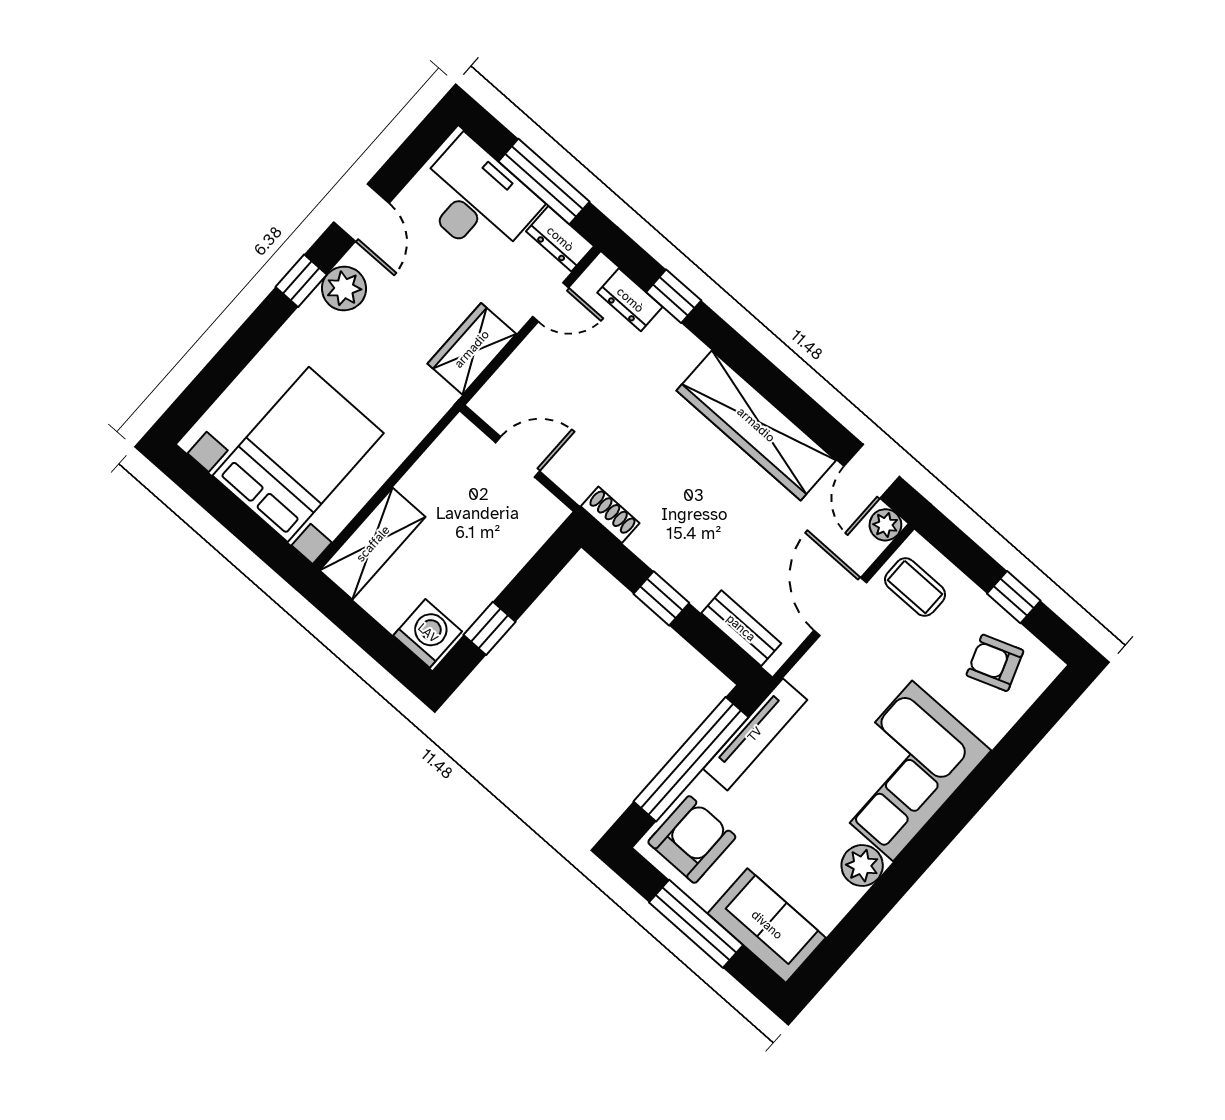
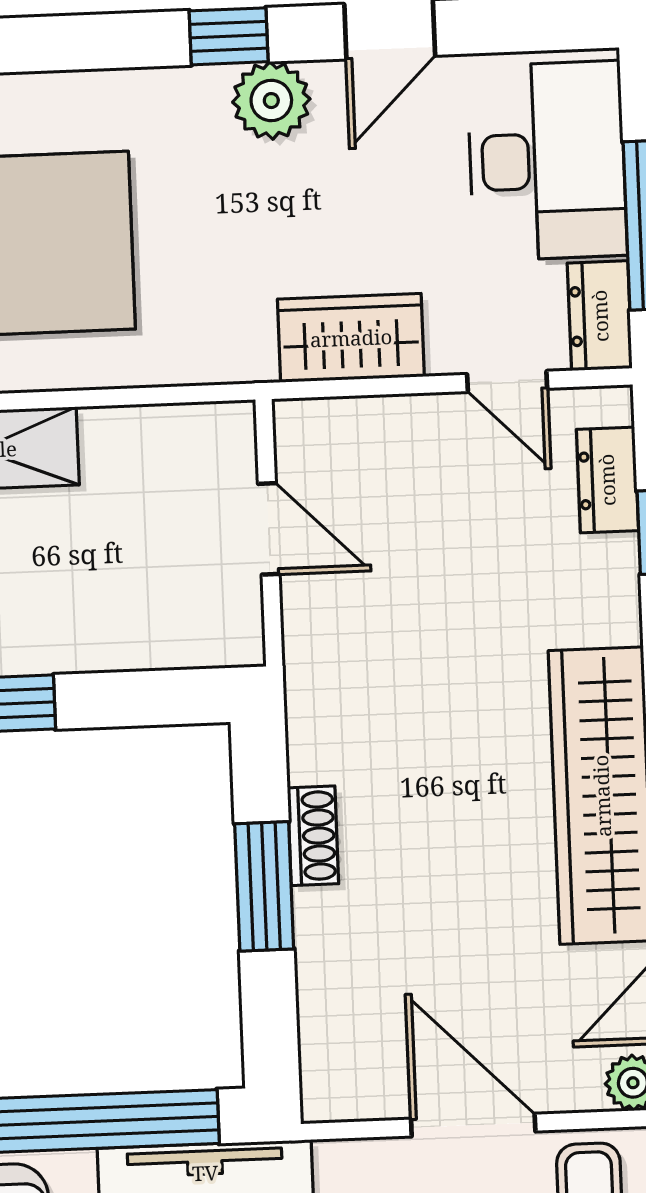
shoe rack: (610, 515) -> (313, 836), moved
window: (661, 598) -> (264, 886), width x1.50
door: (840, 607) -> (473, 1125), hinge flipped
bench: (741, 628) -> (324, 1025), removed

